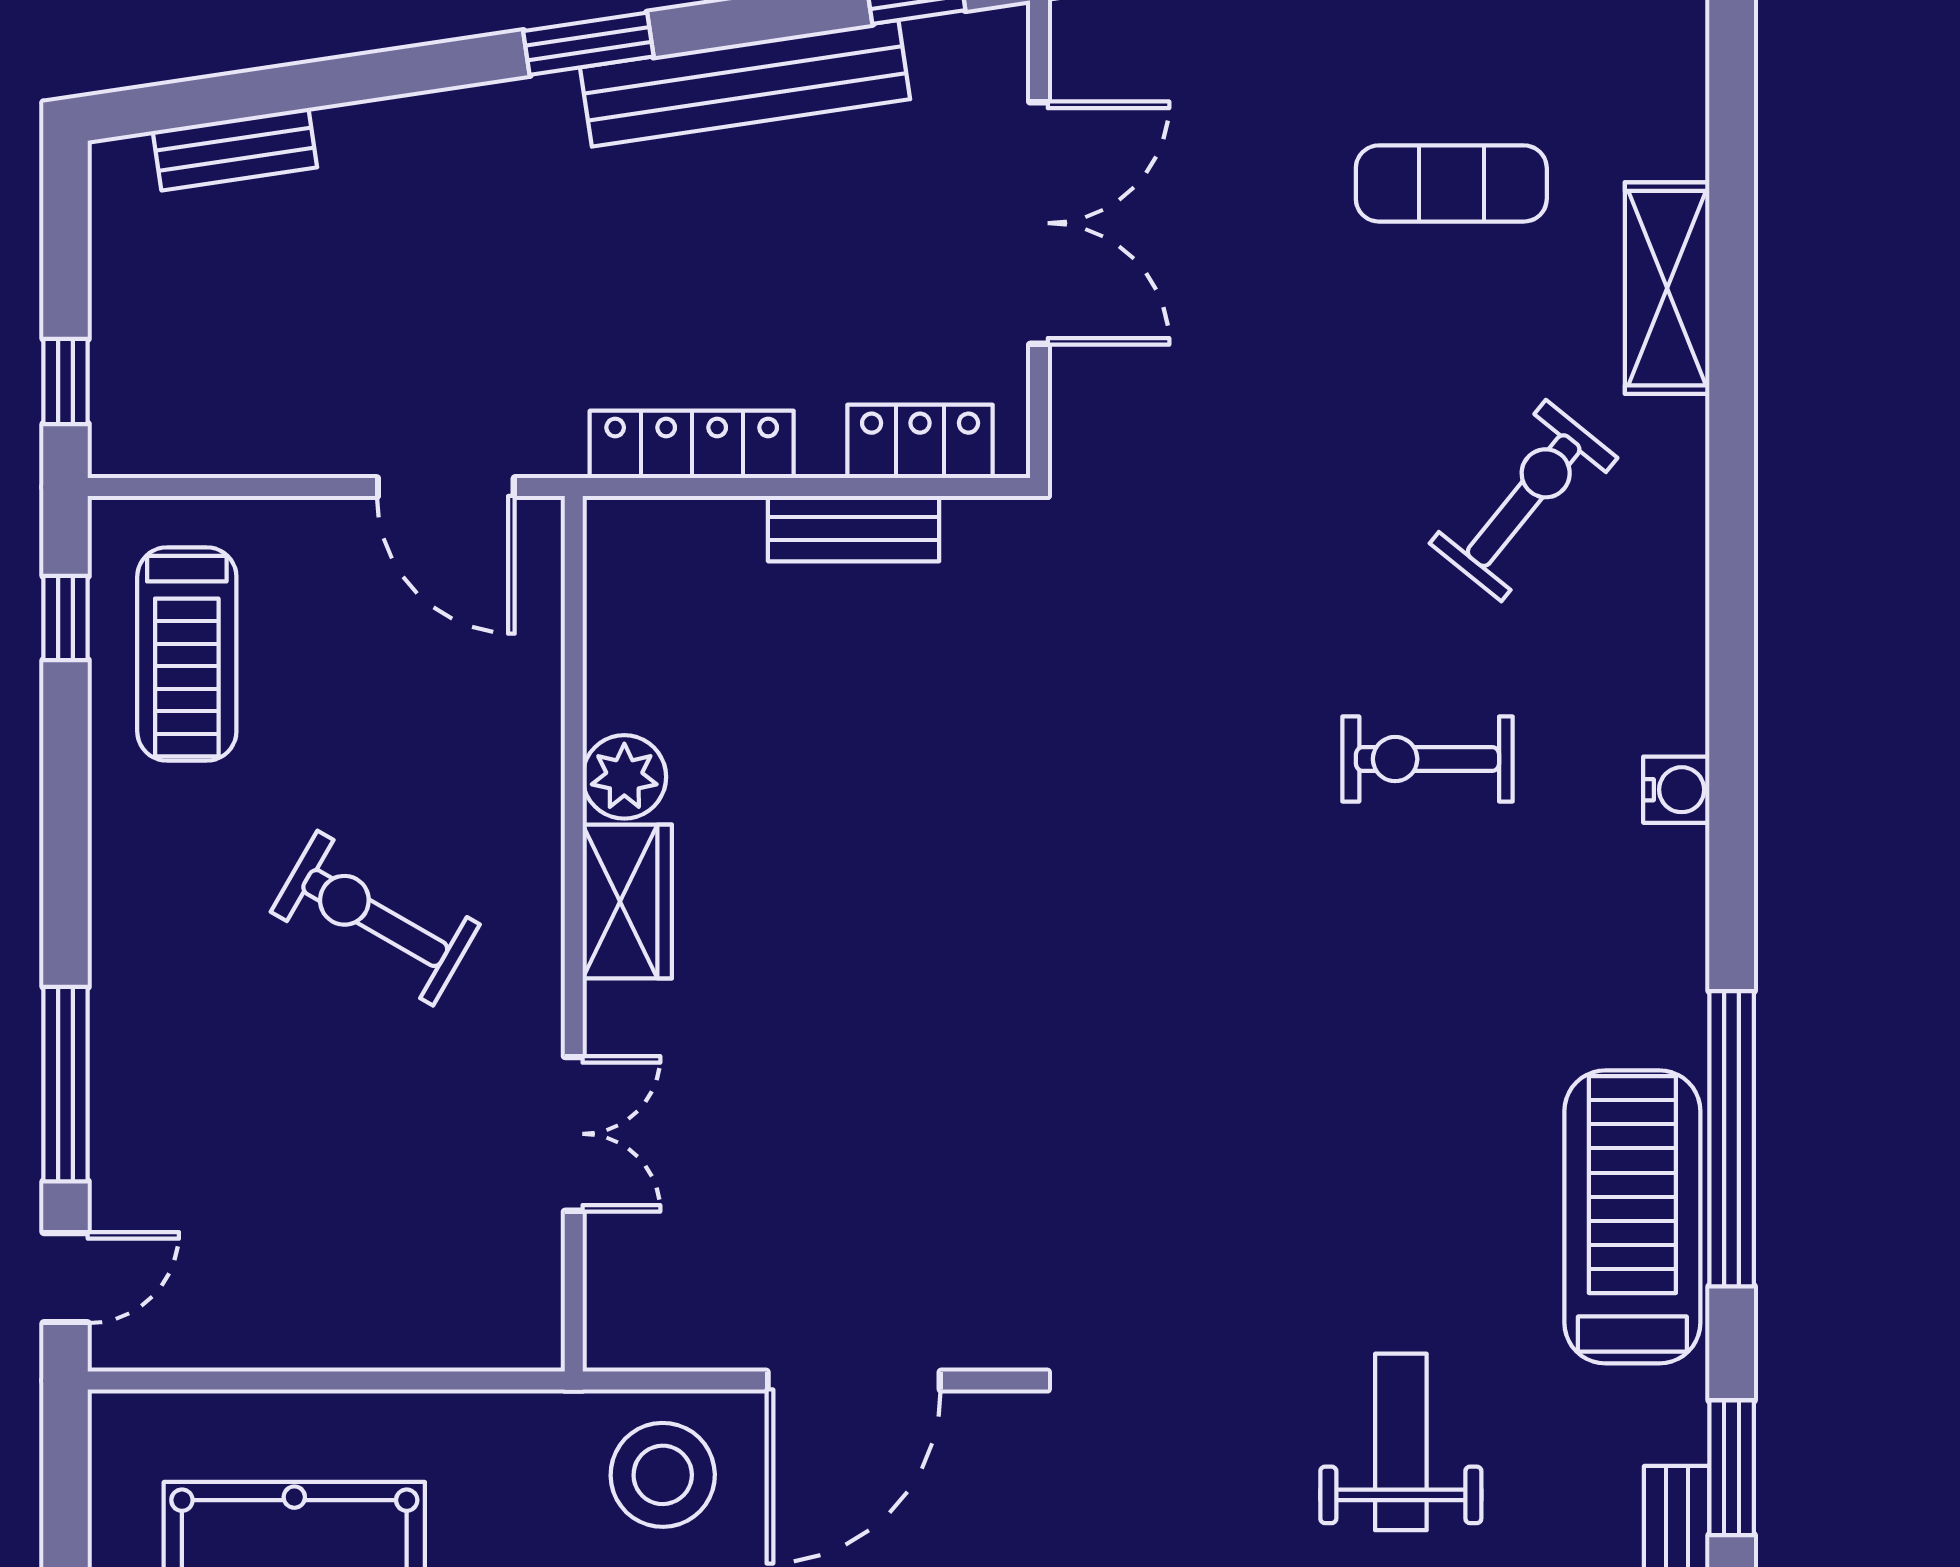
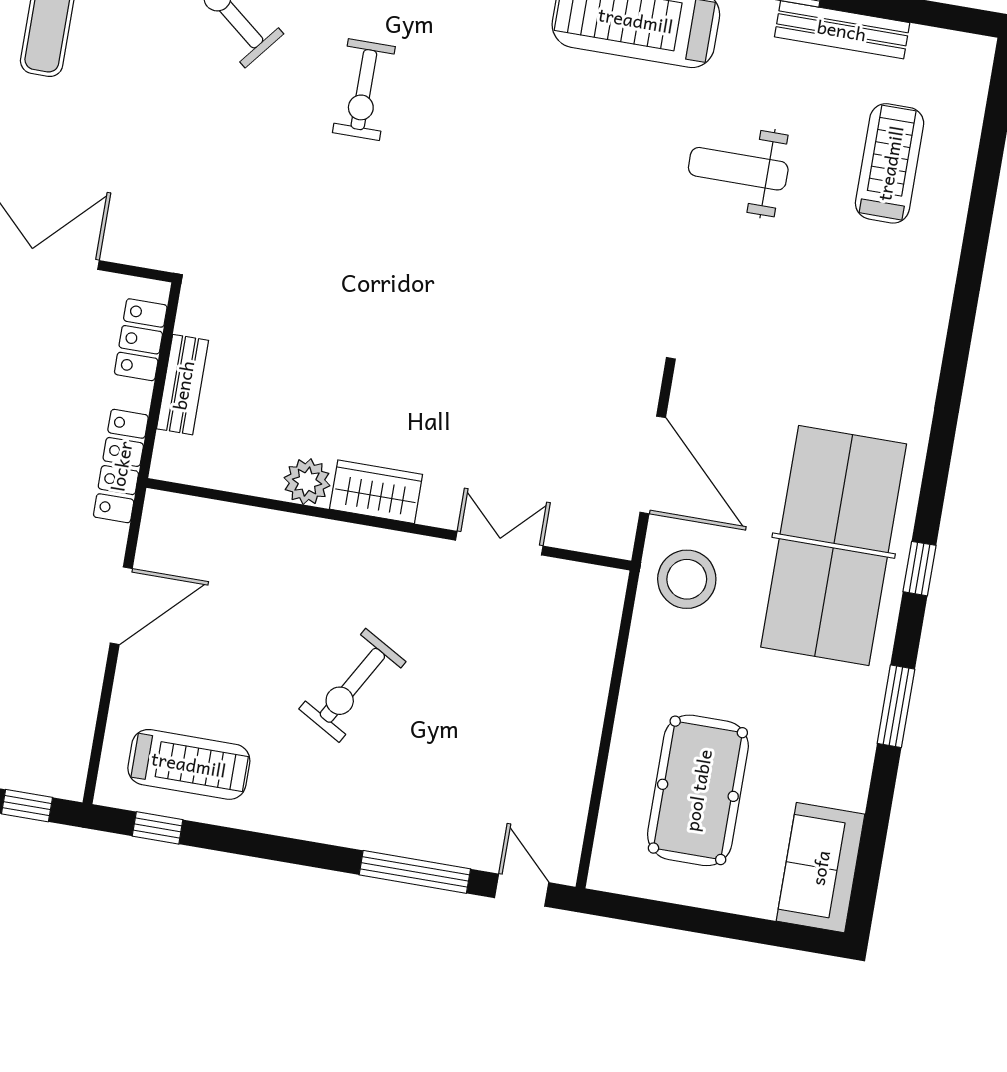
plant: (624, 777) -> (307, 482), moved
wardrobe: (627, 902) -> (376, 492), moved
wall: (574, 934) -> (389, 524), moved
double door: (574, 1134) -> (499, 543), moved

